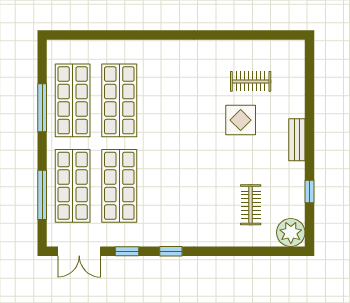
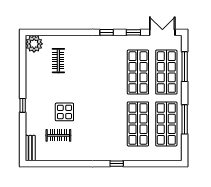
window: (155, 35) -> (117, 164), added
bench: (297, 140) -> (30, 148), moved
window: (309, 191) -> (23, 105), moved

